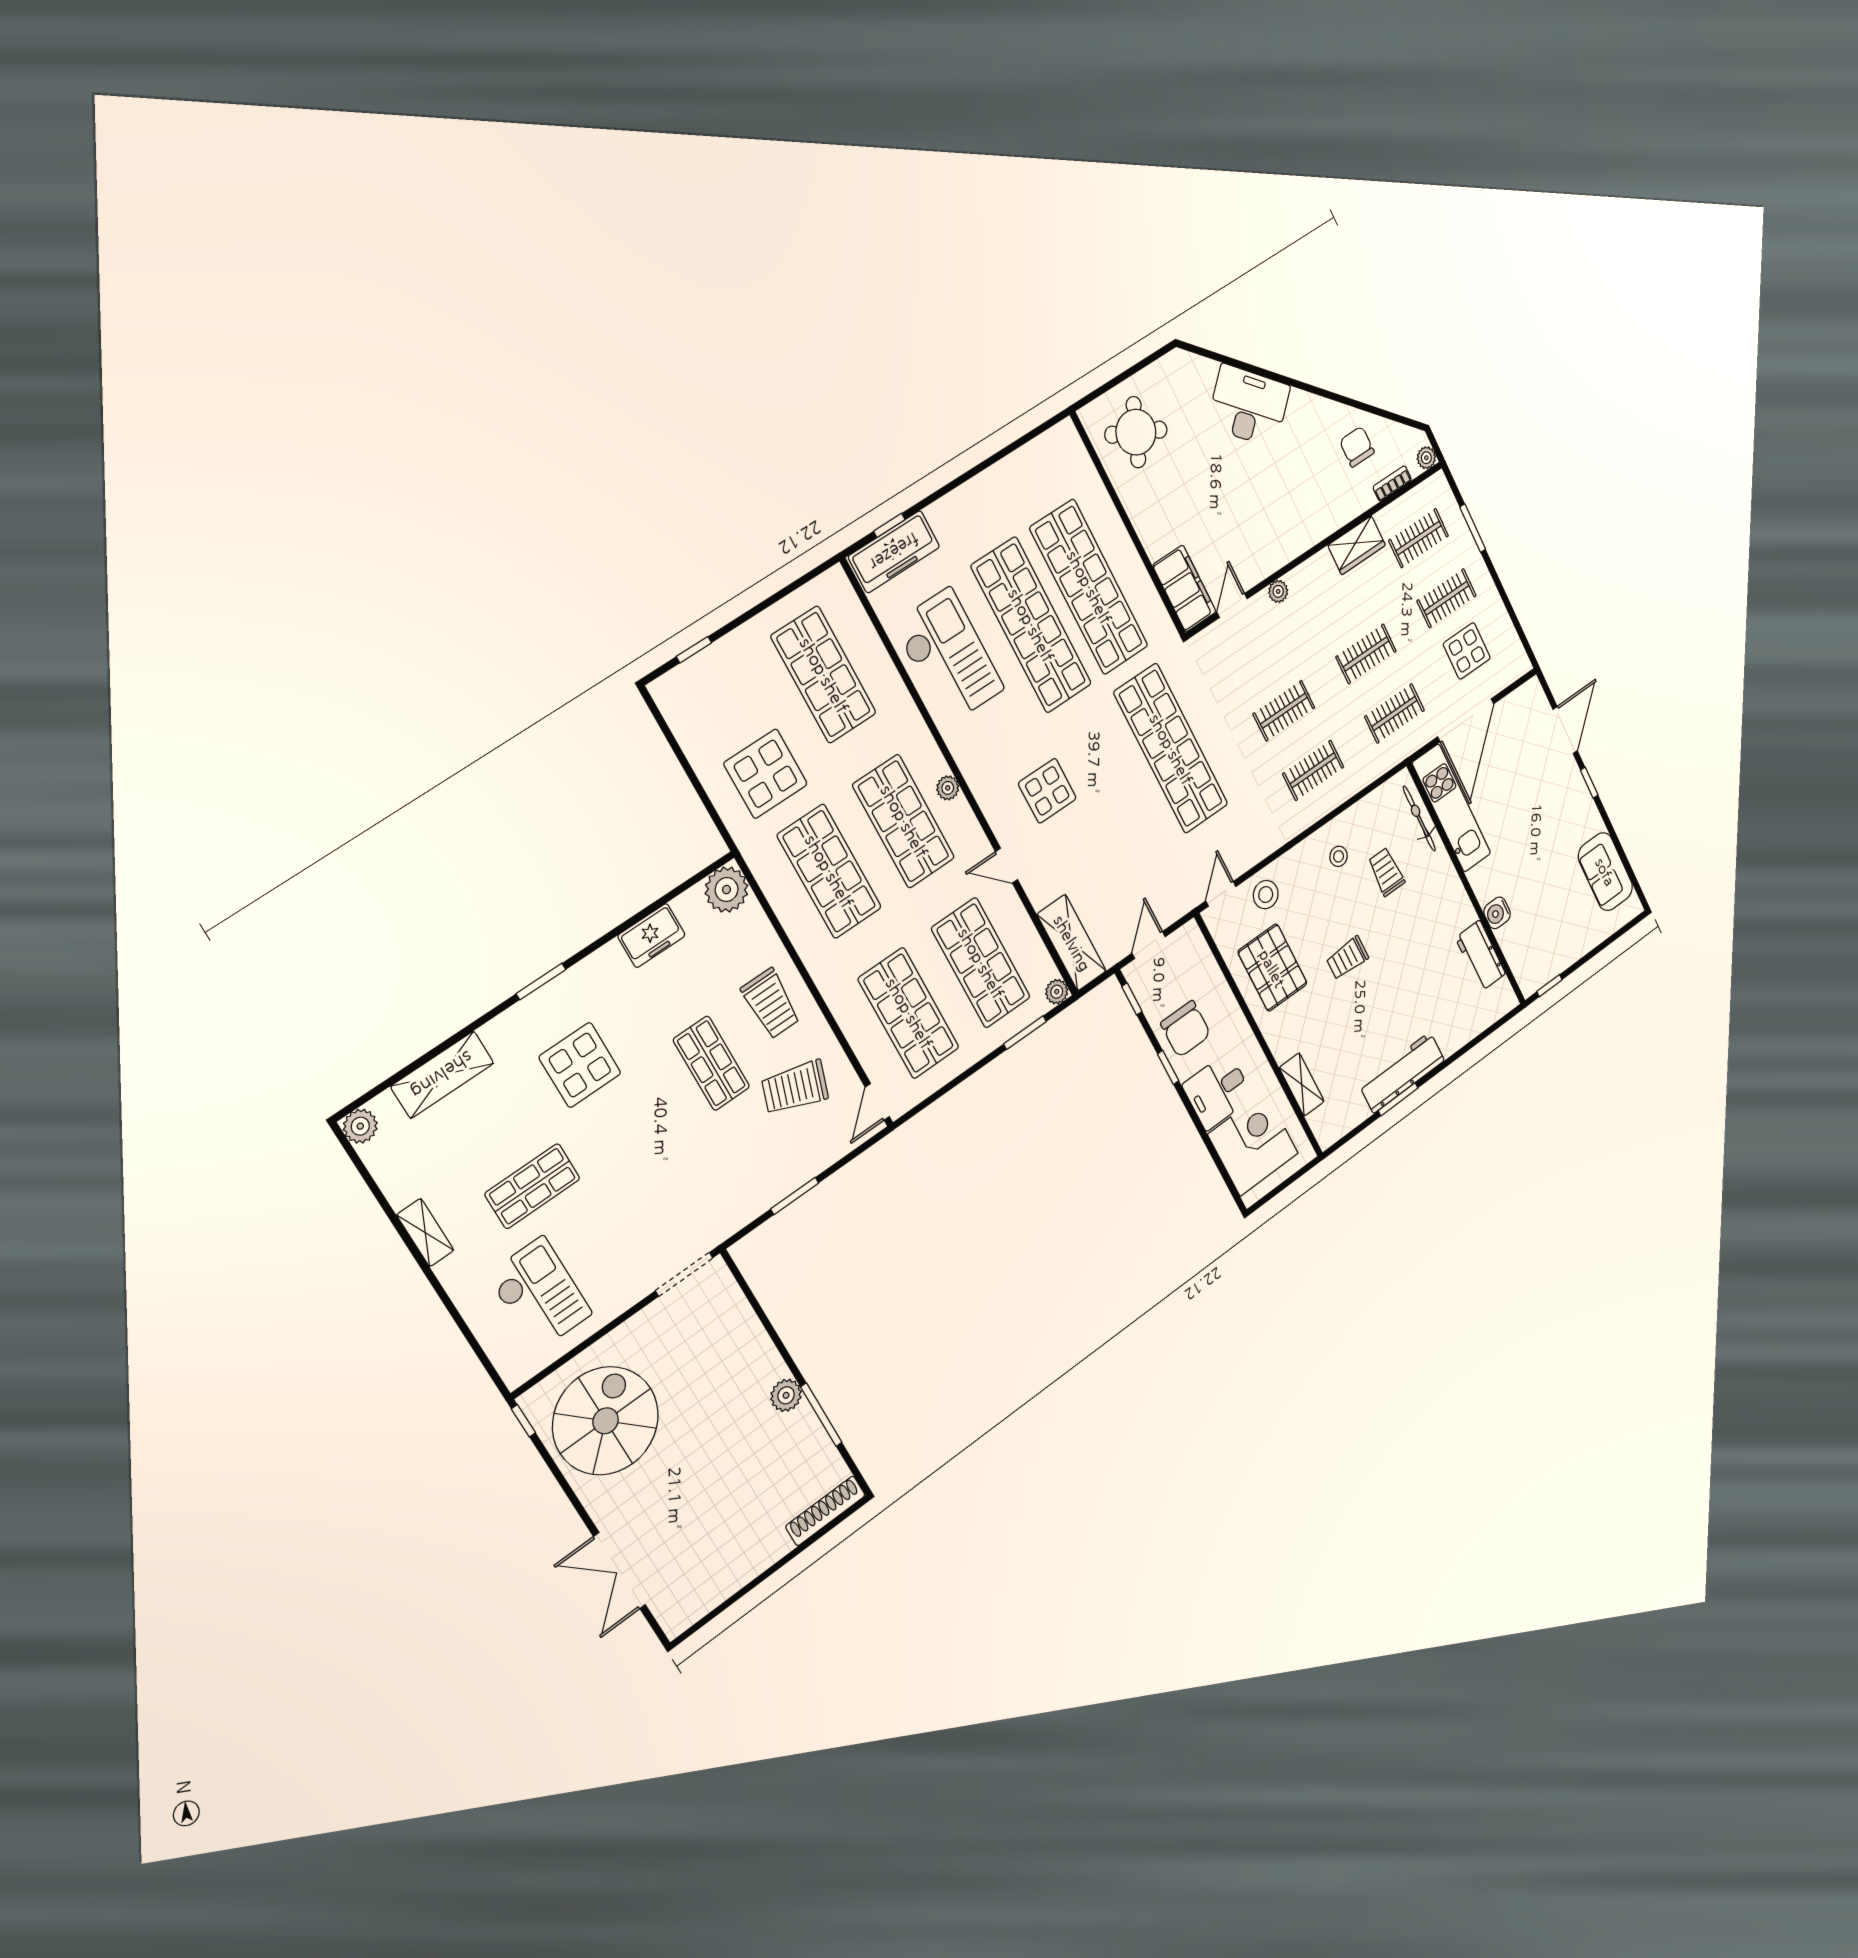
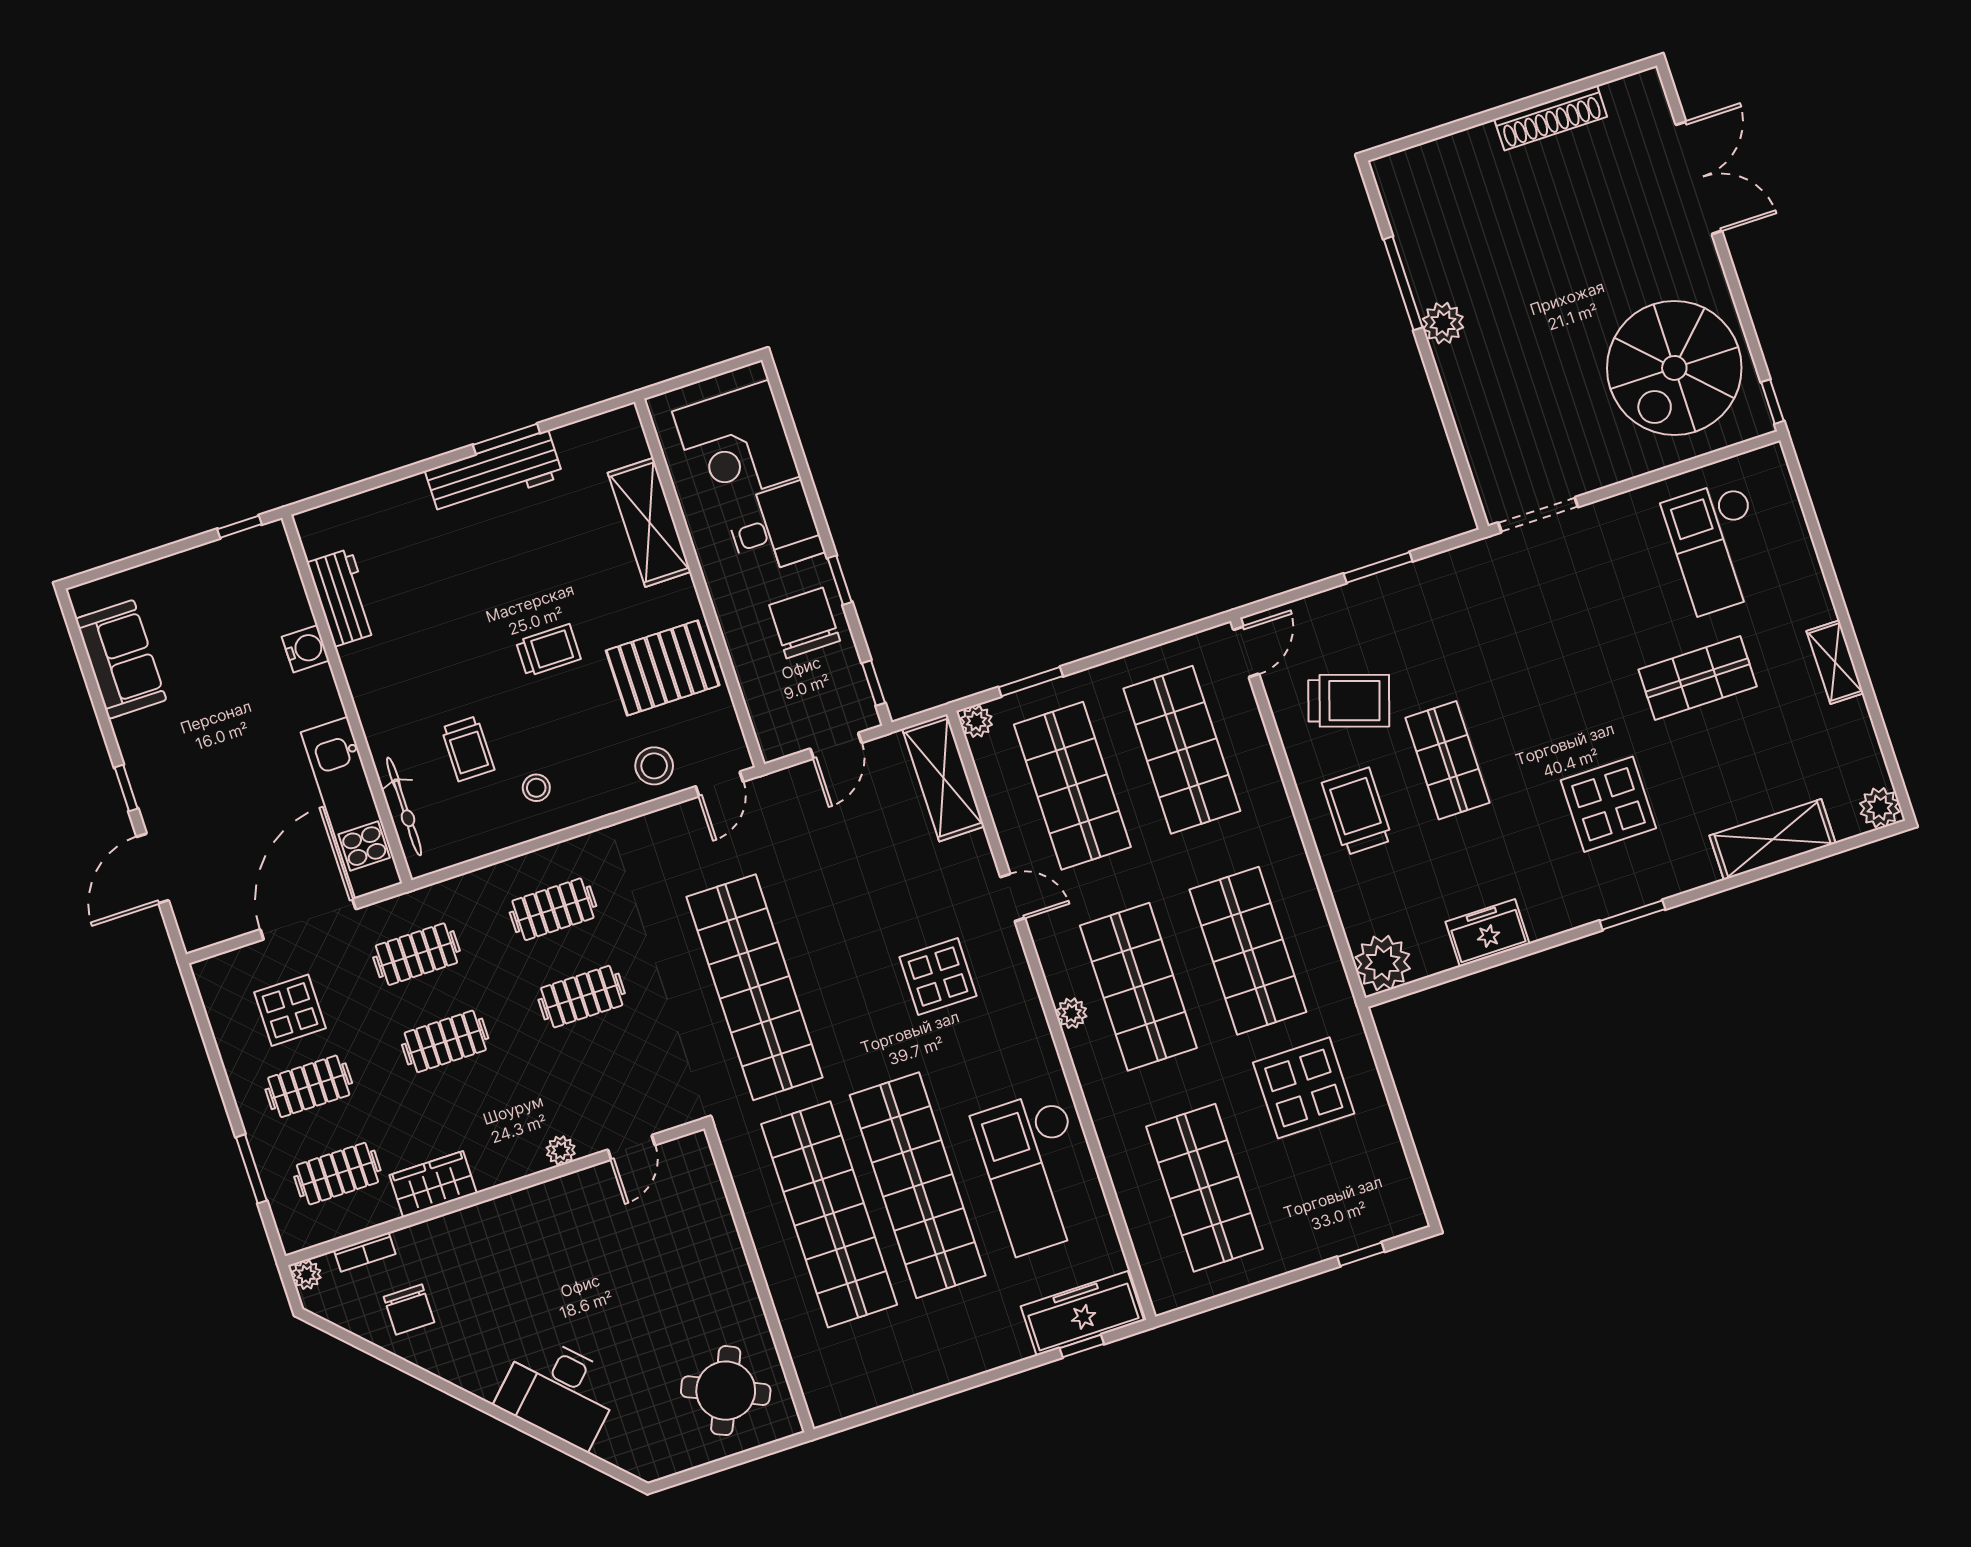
filing cabinet: (1184, 589) -> (696, 1184), removed
pallet: (1272, 968) -> (663, 668), turned 90
shelving: (1302, 1085) -> (649, 522), width x1.50, depth x1.33
shoe rack: (825, 1511) -> (1551, 118), moved

